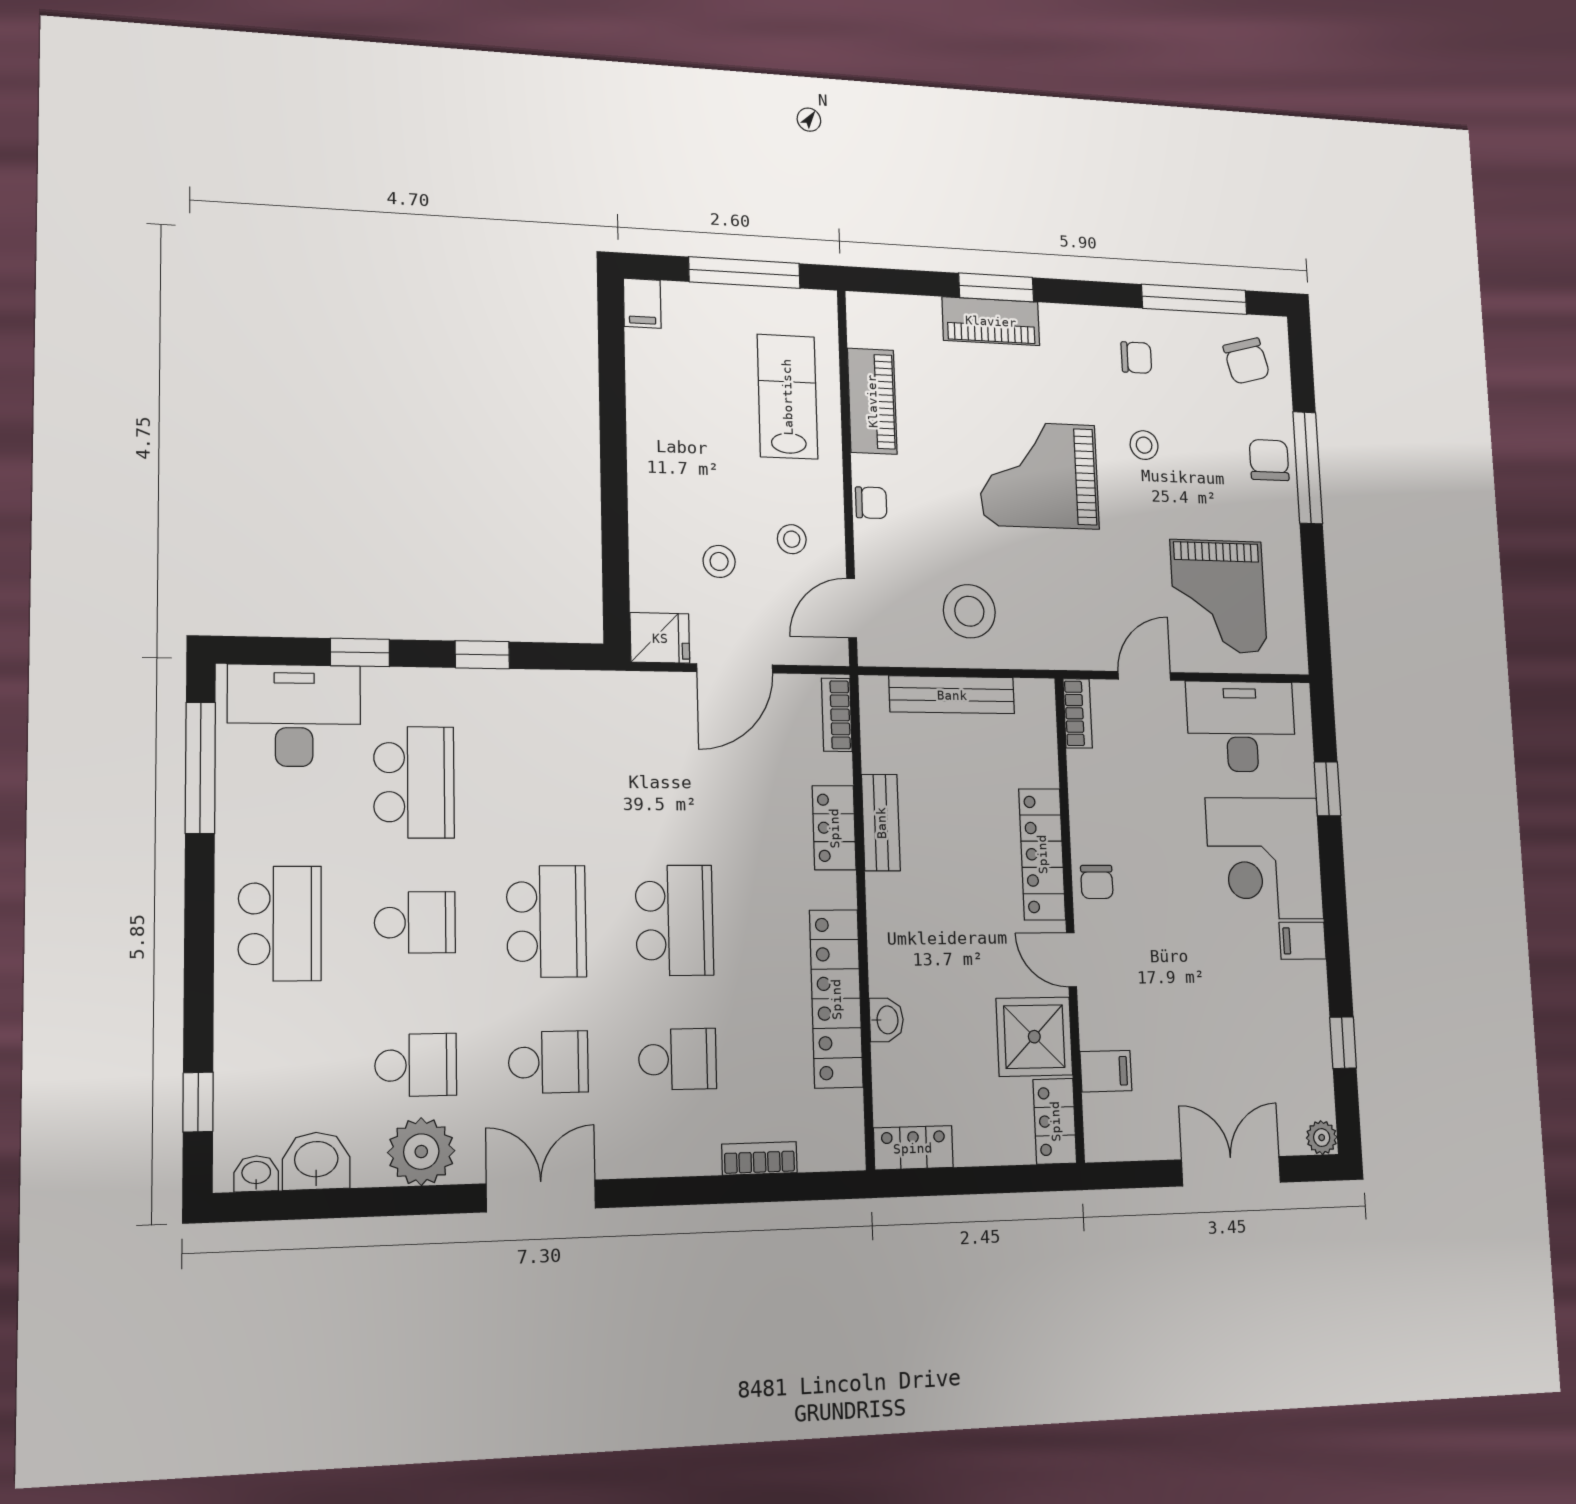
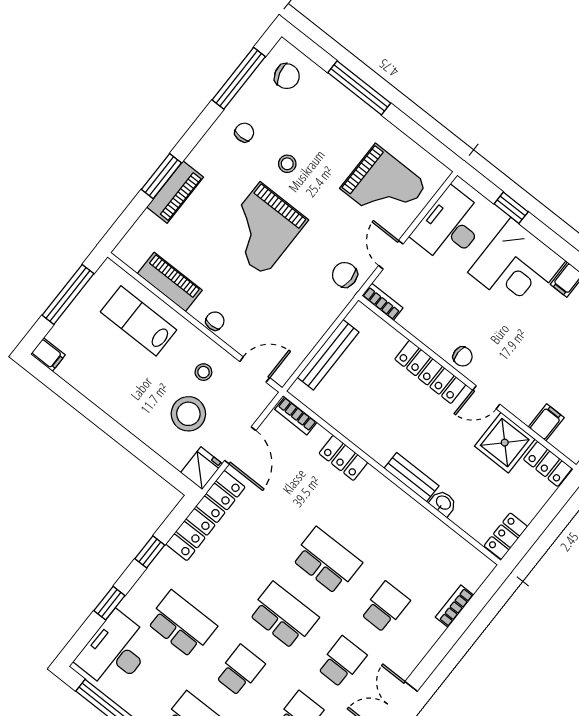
chair: (1269, 460) -> (345, 275), moved
stool: (719, 561) -> (188, 414), width x1.89, depth x1.89
door: (852, 608) -> (255, 370), swing flipped
stool: (969, 611) -> (298, 315), removed
bench: (881, 823) -> (411, 477), moved
locker: (836, 999) -> (206, 516), moved, turned -90

